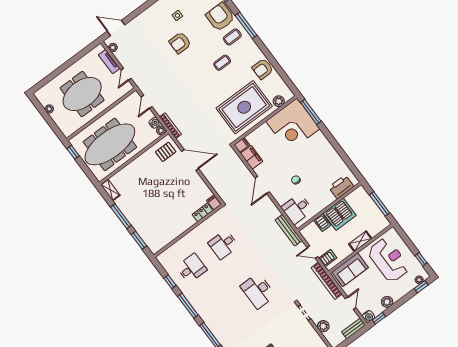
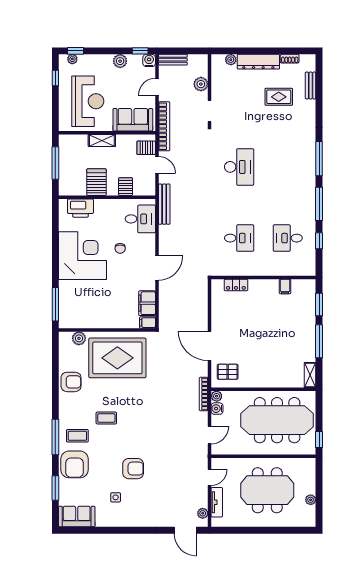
corner desk: (293, 125) -> (83, 256), moved
filing cabinet: (214, 203) -> (285, 286), moved
server rack: (340, 214) -> (96, 182), width x0.62
reception desk: (389, 260) -> (88, 101), turned 180

